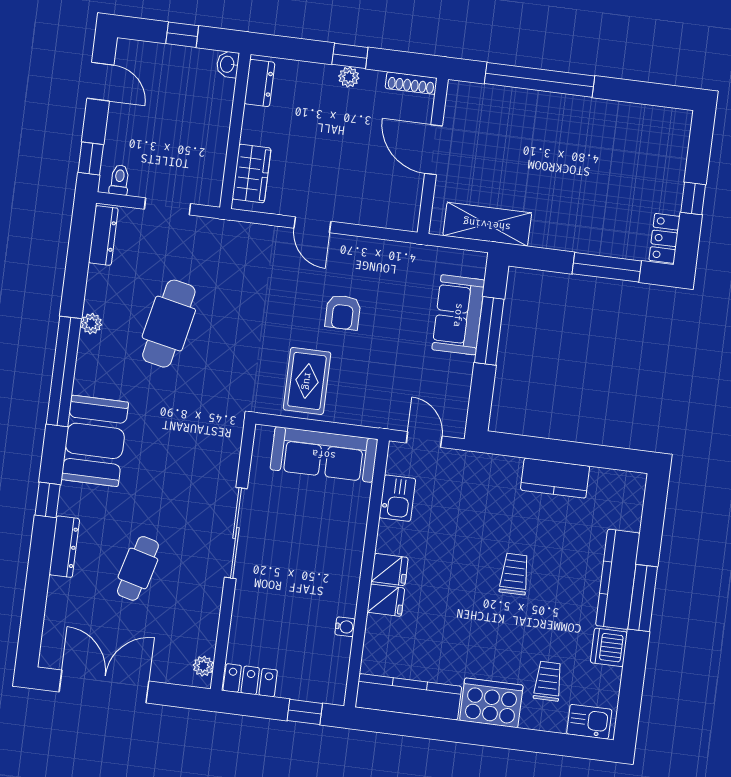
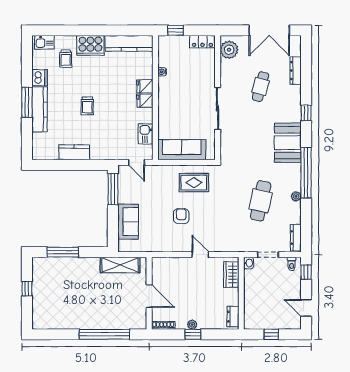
washbasin: (228, 64) -> (249, 263), moved
locker: (664, 238) -> (38, 269), removed
window: (489, 331) -> (113, 189), moved
rug: (307, 381) -> (194, 183), turned 90
dresser: (64, 547) -> (296, 71), moved
plant: (203, 666) -> (229, 50), width x1.87, depth x1.87

